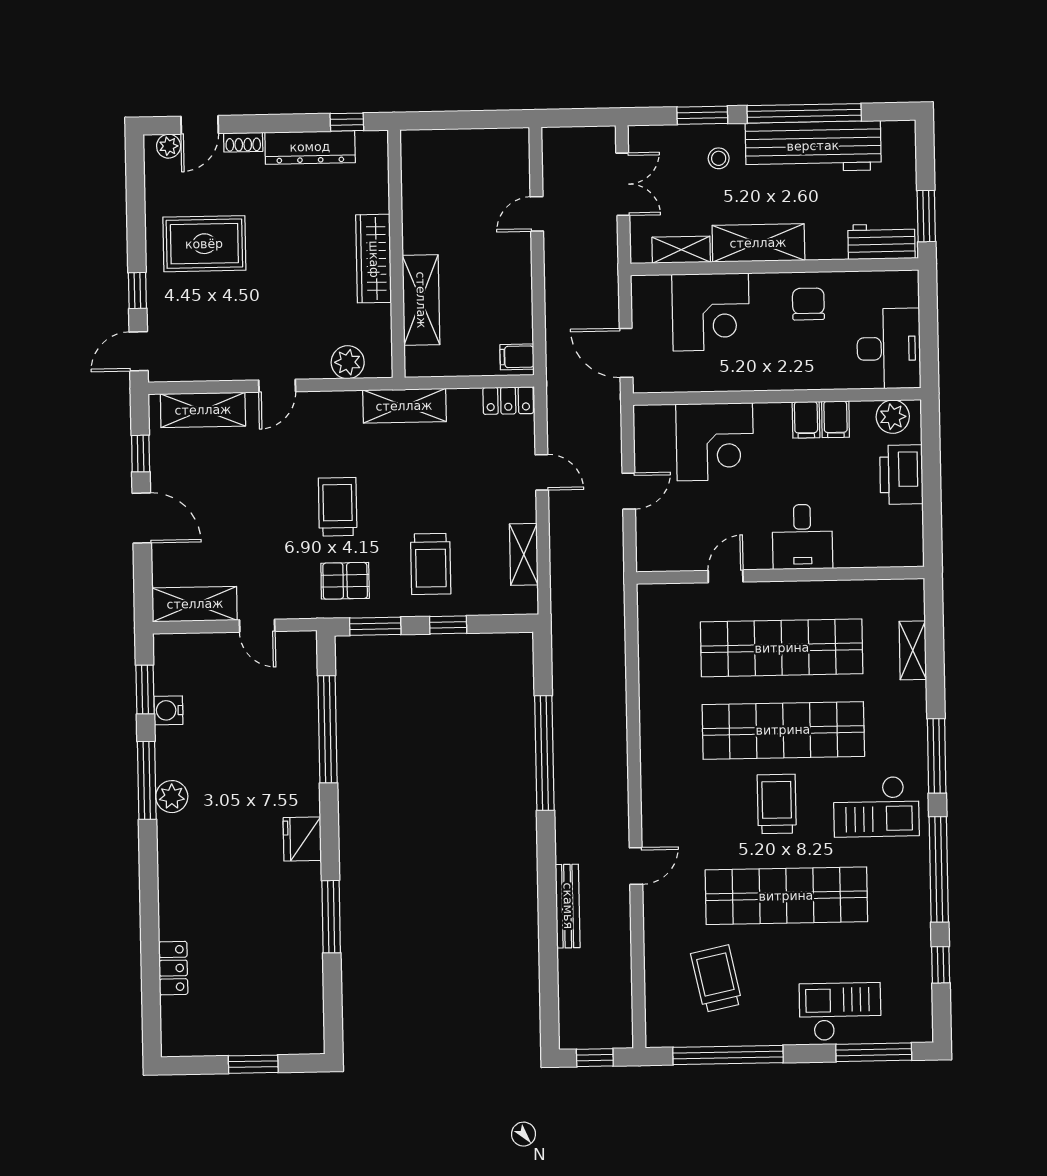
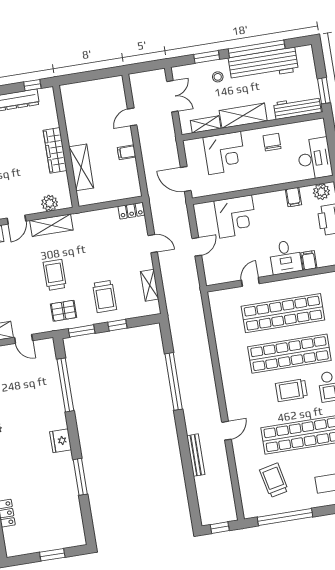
workbench: (881, 242) -> (297, 107), width x1.38
filing cabinet: (517, 357) -> (127, 152), moved
shelving: (404, 406) -> (51, 225), moved
filing cabinet: (806, 420) -> (309, 260), moved, turned 180
trolley: (777, 804) -> (291, 390), turned -90

